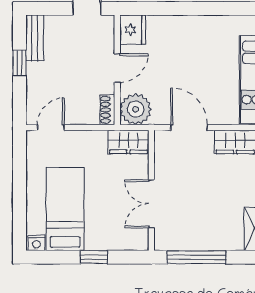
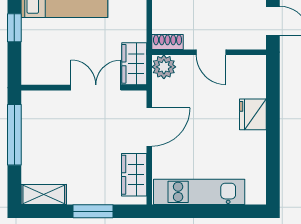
fridge: (133, 30) -> (253, 114), moved, turned 90
plant: (136, 109) -> (164, 67), width x0.73, depth x0.73
double door: (151, 204) -> (96, 88), moved

